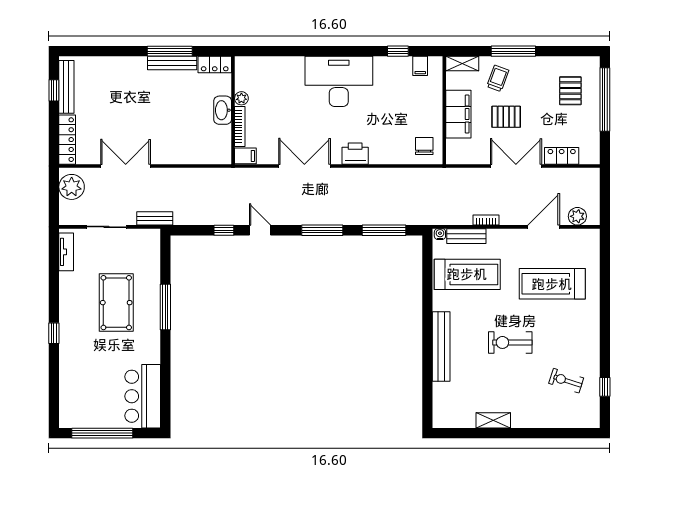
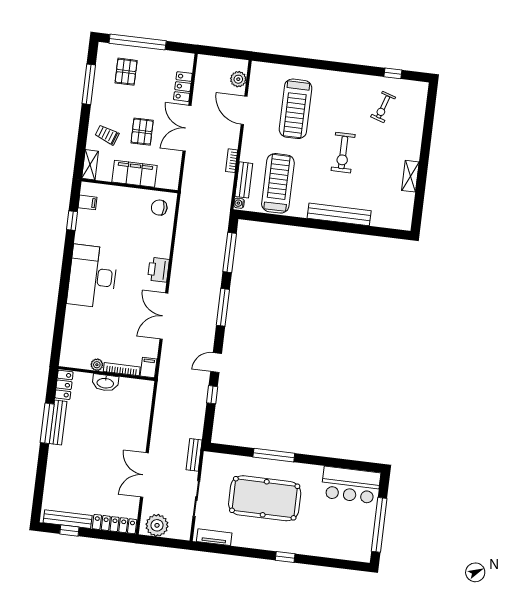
window: (513, 51) -> (89, 84), moved
pallet: (570, 91) -> (126, 72), turned 90
pool table: (116, 303) -> (265, 498), width x1.36, depth x1.32

